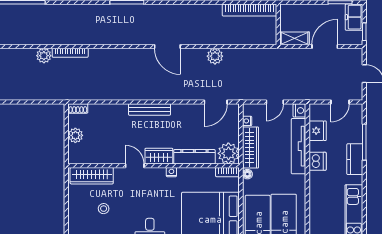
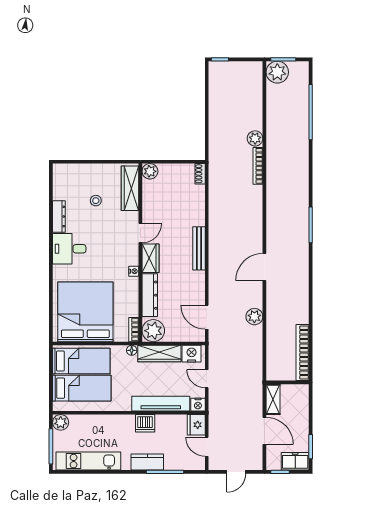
nightstand: (247, 121) -> (192, 354), width x1.89, depth x1.79
fridge: (318, 131) -> (196, 425), moved, turned 90
plant: (75, 135) -> (150, 171), moved

